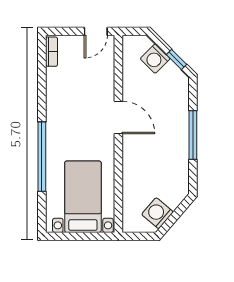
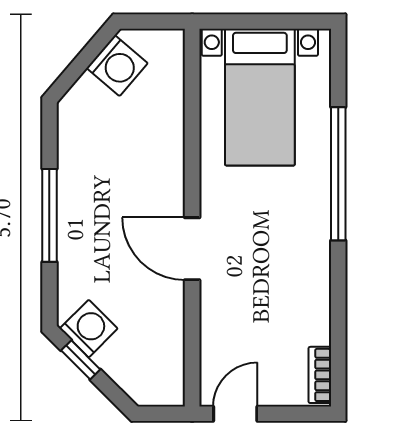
washing machine: (155, 59) -> (89, 329), moved

